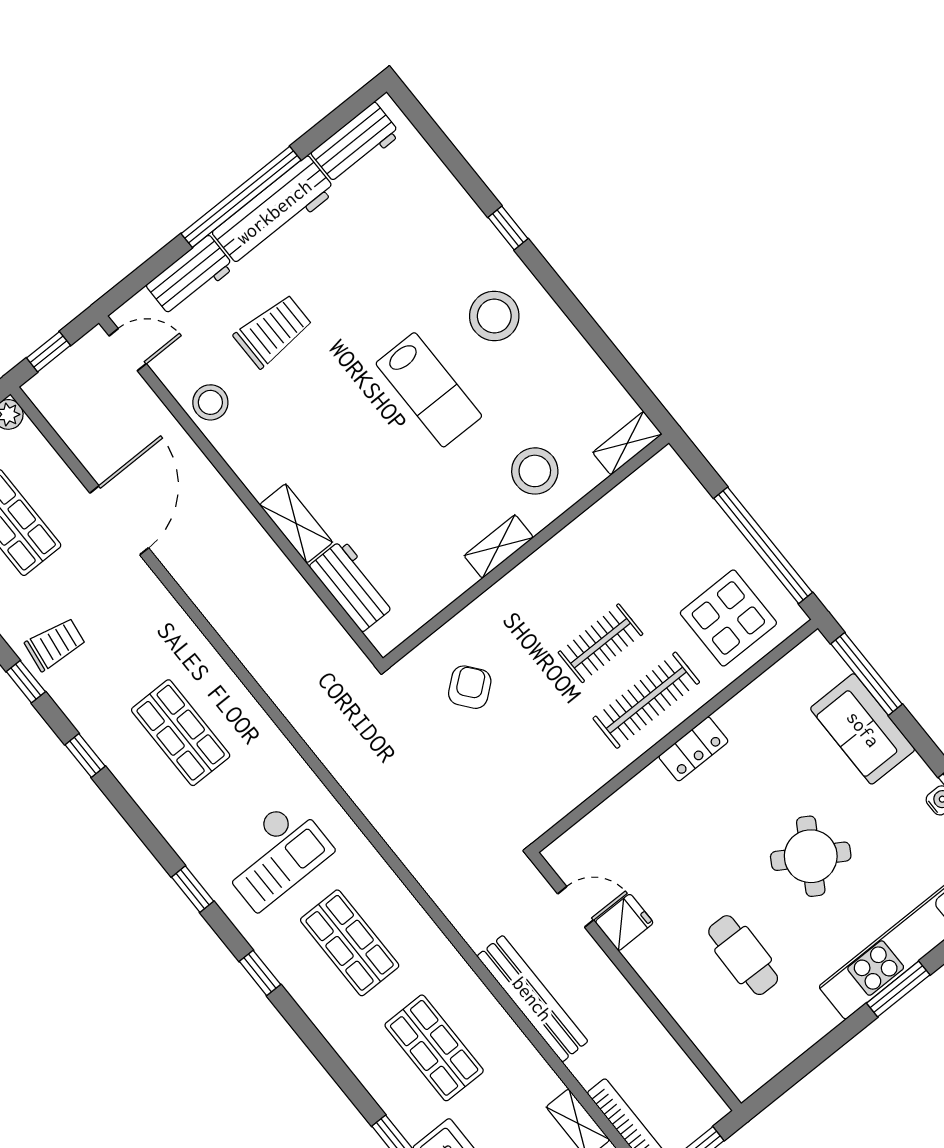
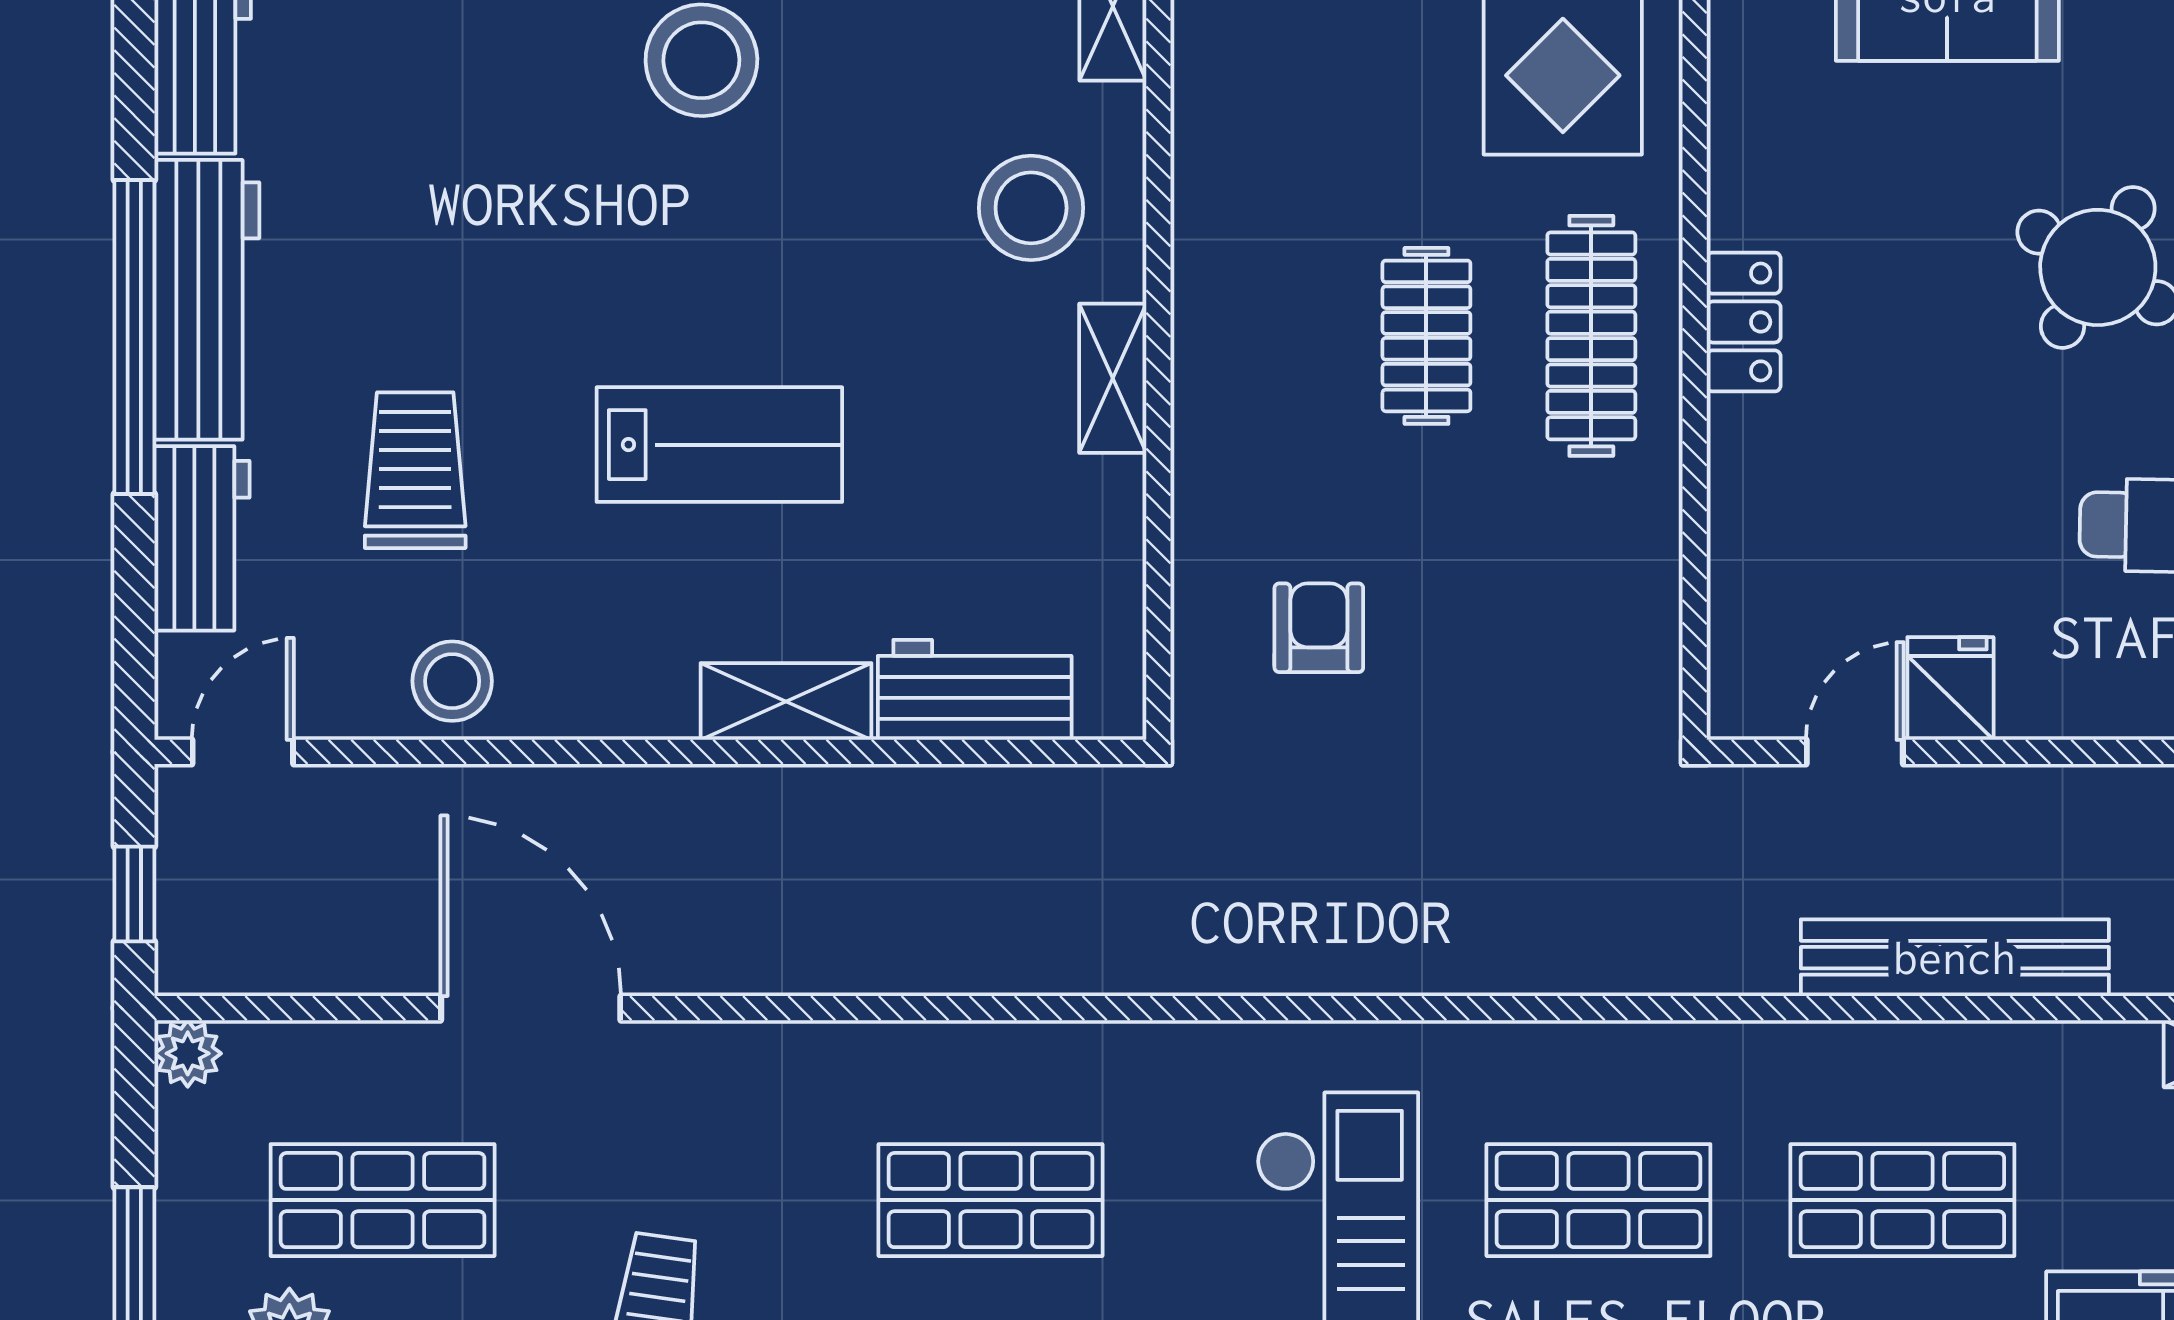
lab bench: (429, 390) -> (719, 445), moved
armchair: (470, 687) -> (1319, 628), turned 39

